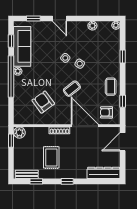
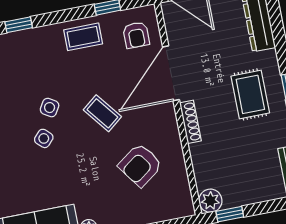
rug: (51, 157) -> (250, 94), moved, turned 90

